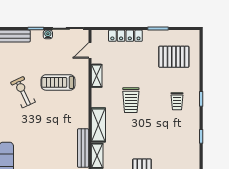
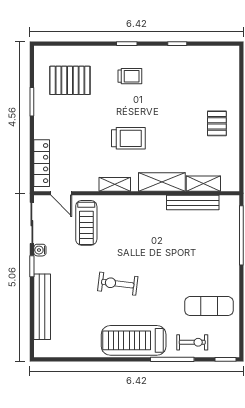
locker: (125, 36) -> (42, 163), moved
pallet: (174, 57) -> (70, 80), turned 90
shelving: (97, 76) -> (115, 184), moved
treadmill: (58, 82) -> (86, 223), moved
exercise bike: (23, 92) -> (118, 284), turned 32

